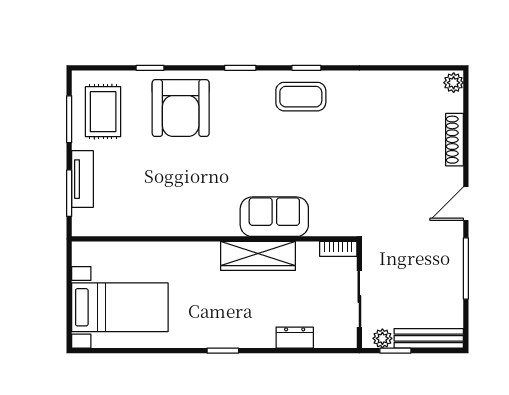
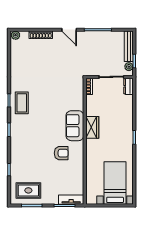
armchair: (181, 108) -> (61, 153), moved, width x0.53, depth x0.53
tv unit: (82, 179) -> (71, 200), moved
sofa: (274, 217) -> (75, 126), moved
wardrobe: (258, 256) -> (92, 127), width x0.67
dresser: (295, 338) -> (128, 86), moved

